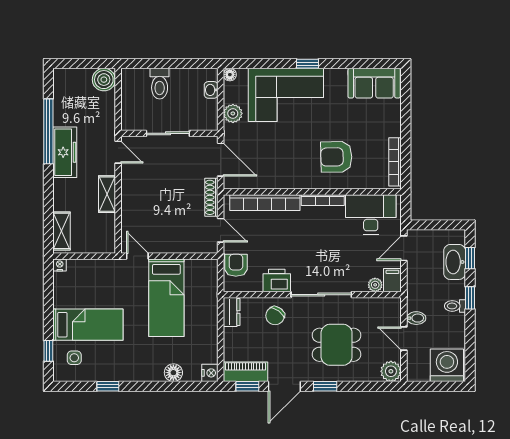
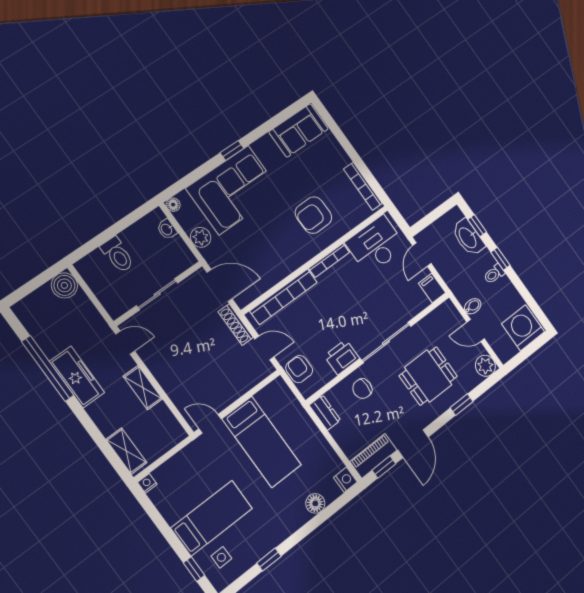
plant: (375, 285) -> (422, 302), removed
chair: (275, 316) -> (362, 389), turned 54
window: (325, 386) -> (462, 405), moved

